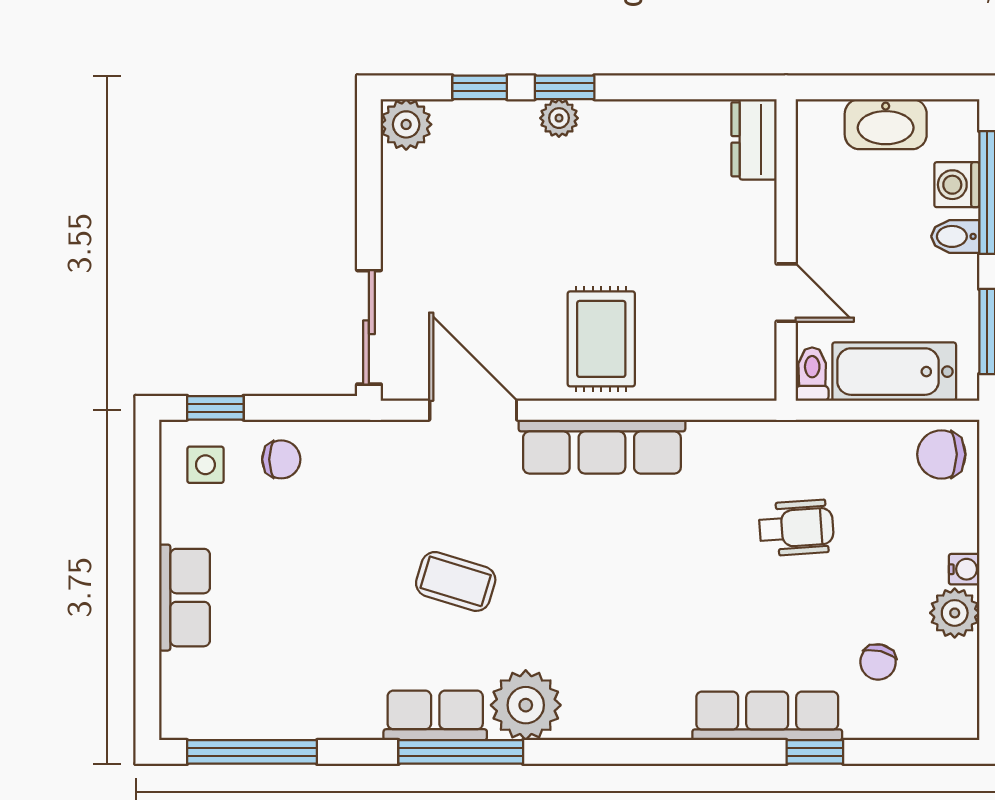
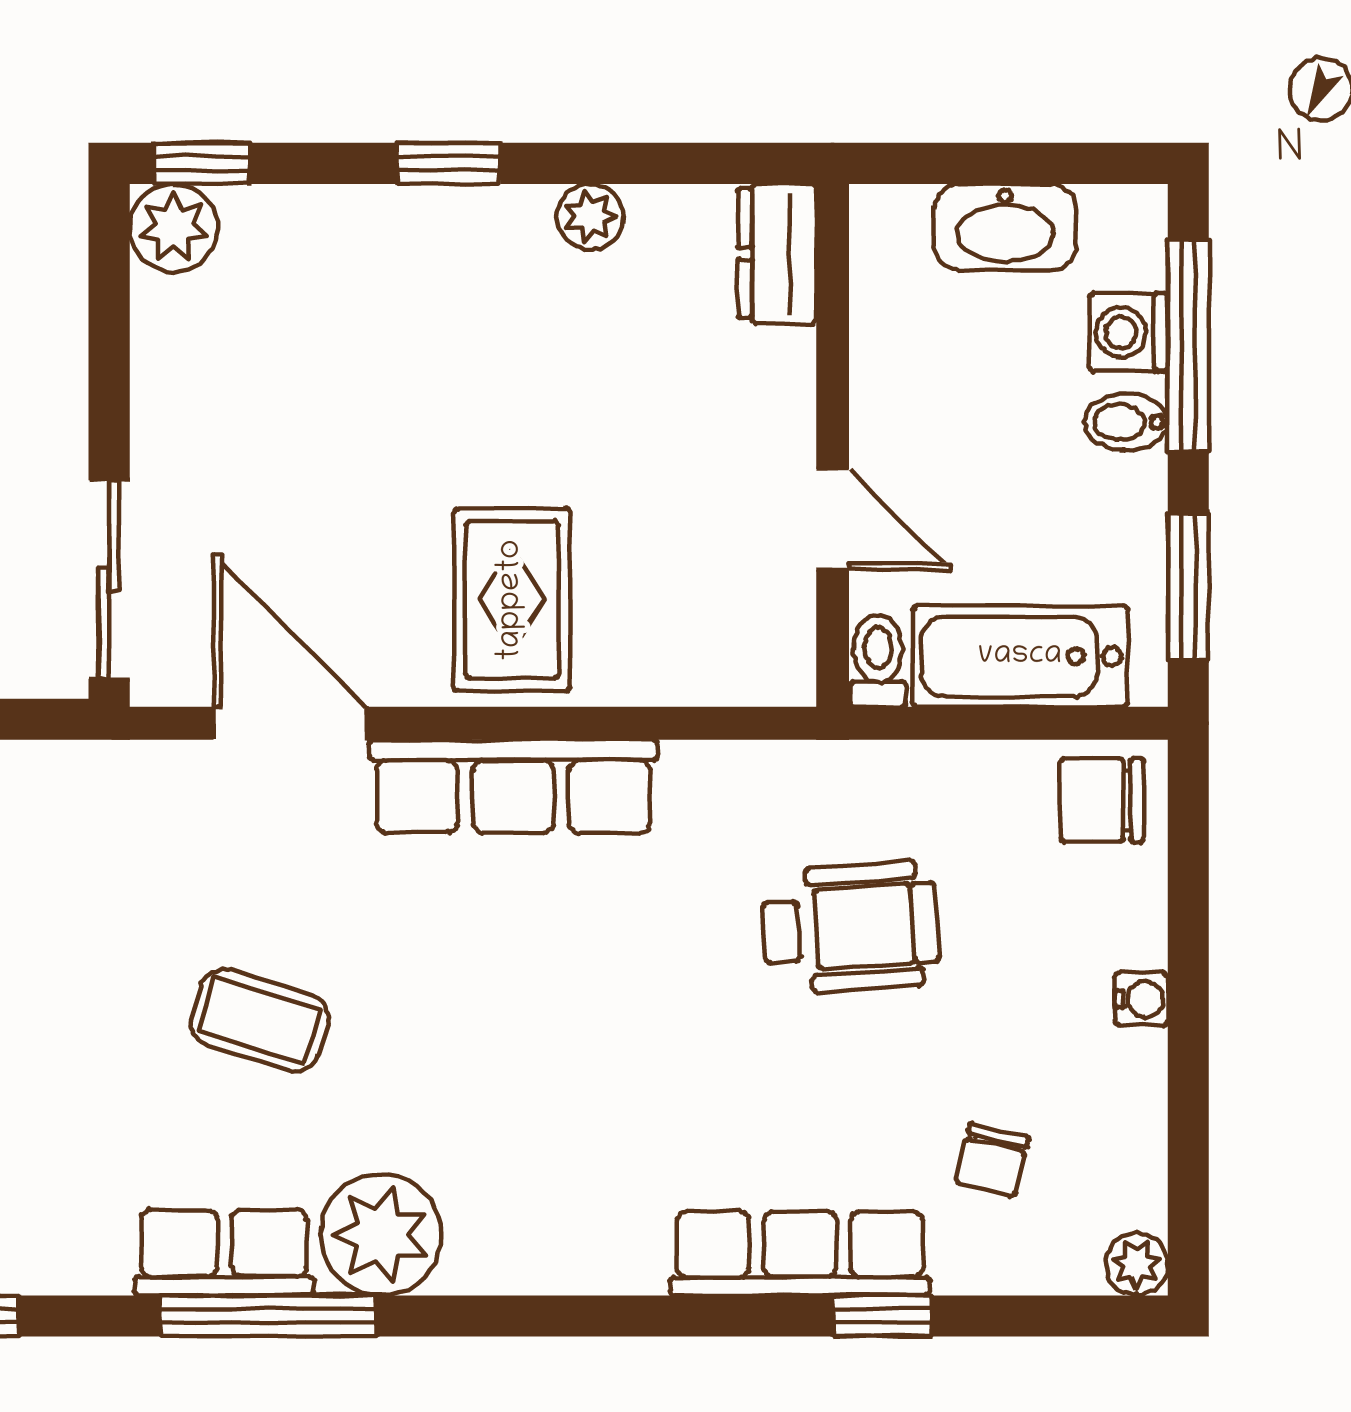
window: (480, 87) -> (202, 163), moved
plant: (559, 118) -> (590, 217), moved
wheelchair: (796, 528) -> (850, 927), width x1.36, depth x1.37
plant: (955, 613) -> (1137, 1264), moved, width x0.73, depth x0.73

